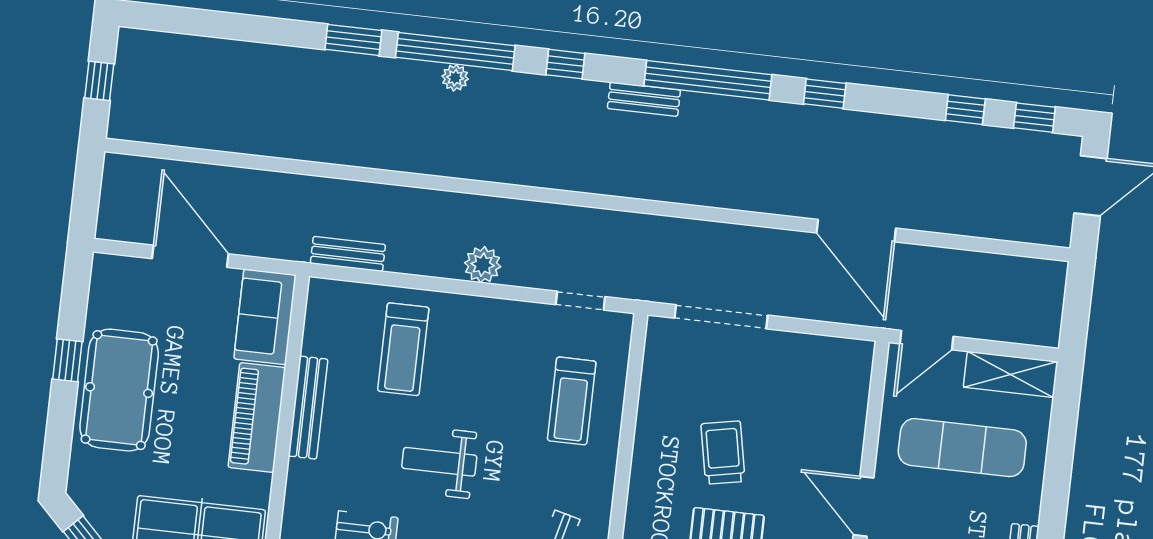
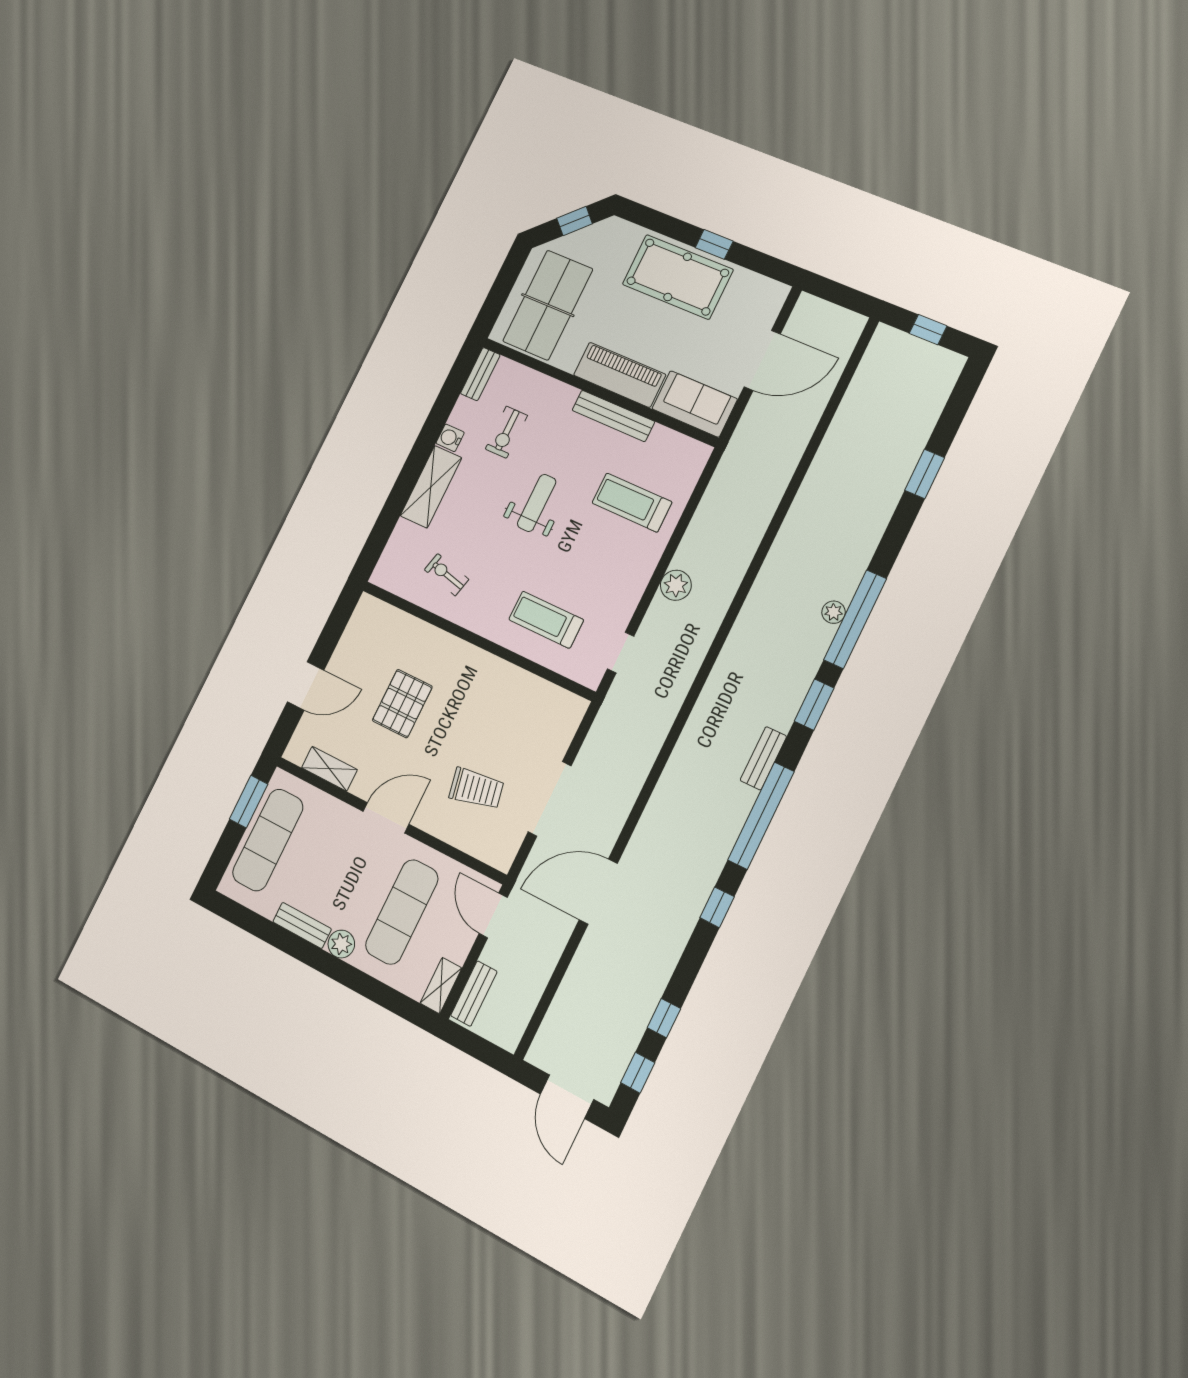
window: (353, 40) -> (925, 474), moved
window: (565, 64) -> (814, 705), width x1.50
bench: (348, 254) -> (474, 994), moved
doorway: (721, 317) -> (550, 799), moved
shelving: (1010, 374) -> (441, 986), width x0.67, depth x0.75
trolley: (723, 453) -> (476, 789), moved
plant: (1025, 505) -> (341, 944), added

